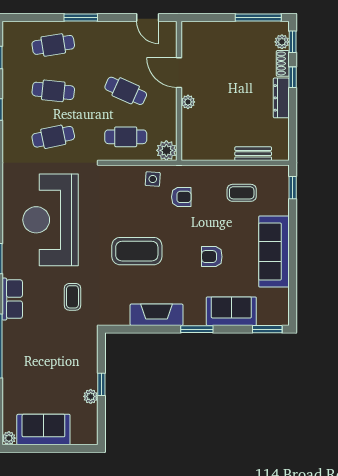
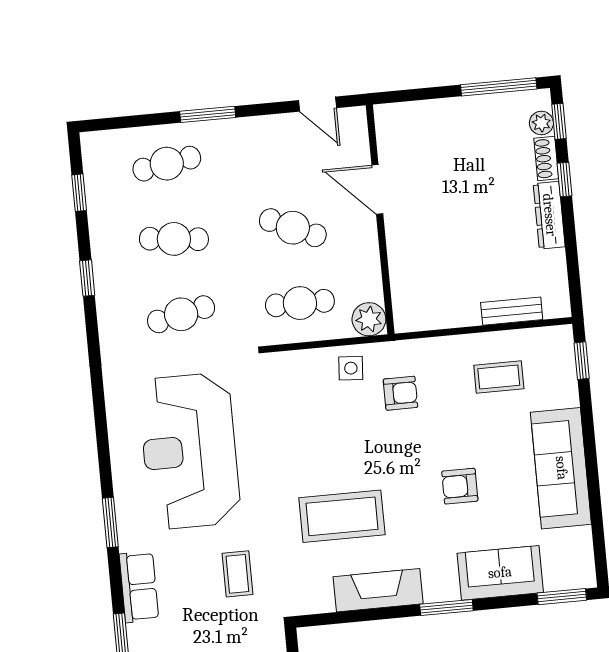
plant: (188, 102) -> (397, 236), removed
coffee table: (137, 251) -> (342, 516), moved

